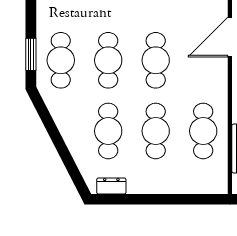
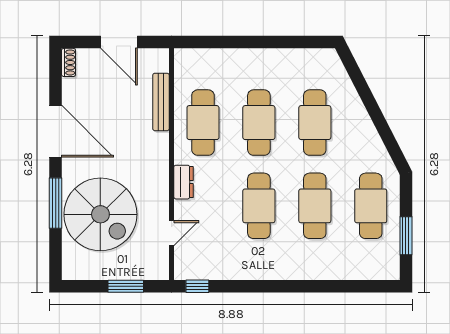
door: (230, 37) -> (171, 233), width x0.53
window: (31, 54) -> (406, 236), moved
dresser: (111, 186) -> (184, 182), moved, turned -90

